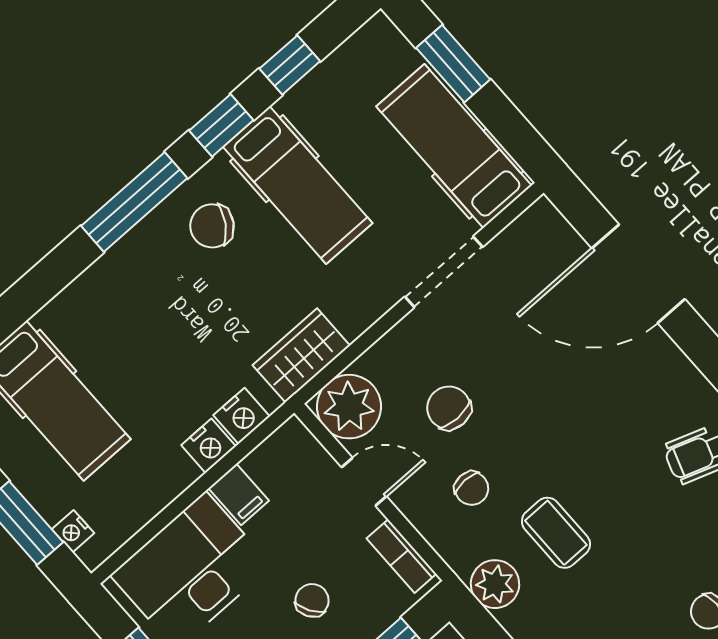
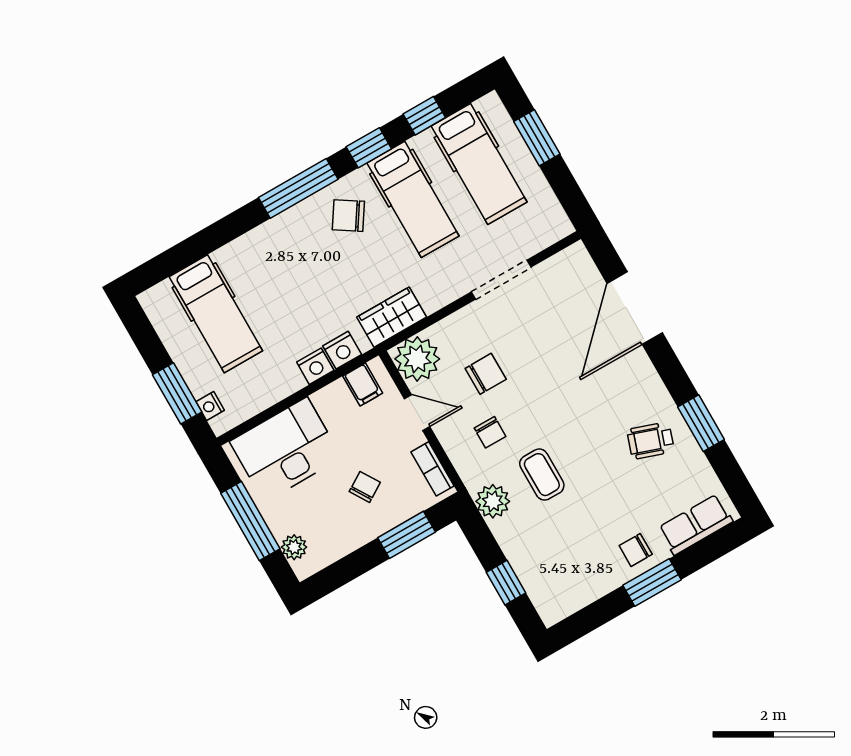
hospital bed: (454, 146) -> (479, 164), moved, turned 180
door: (638, 274) -> (635, 308), hinge flipped
chair: (449, 408) -> (486, 374), turned 90
filing cabinet: (239, 494) -> (363, 385), moved

